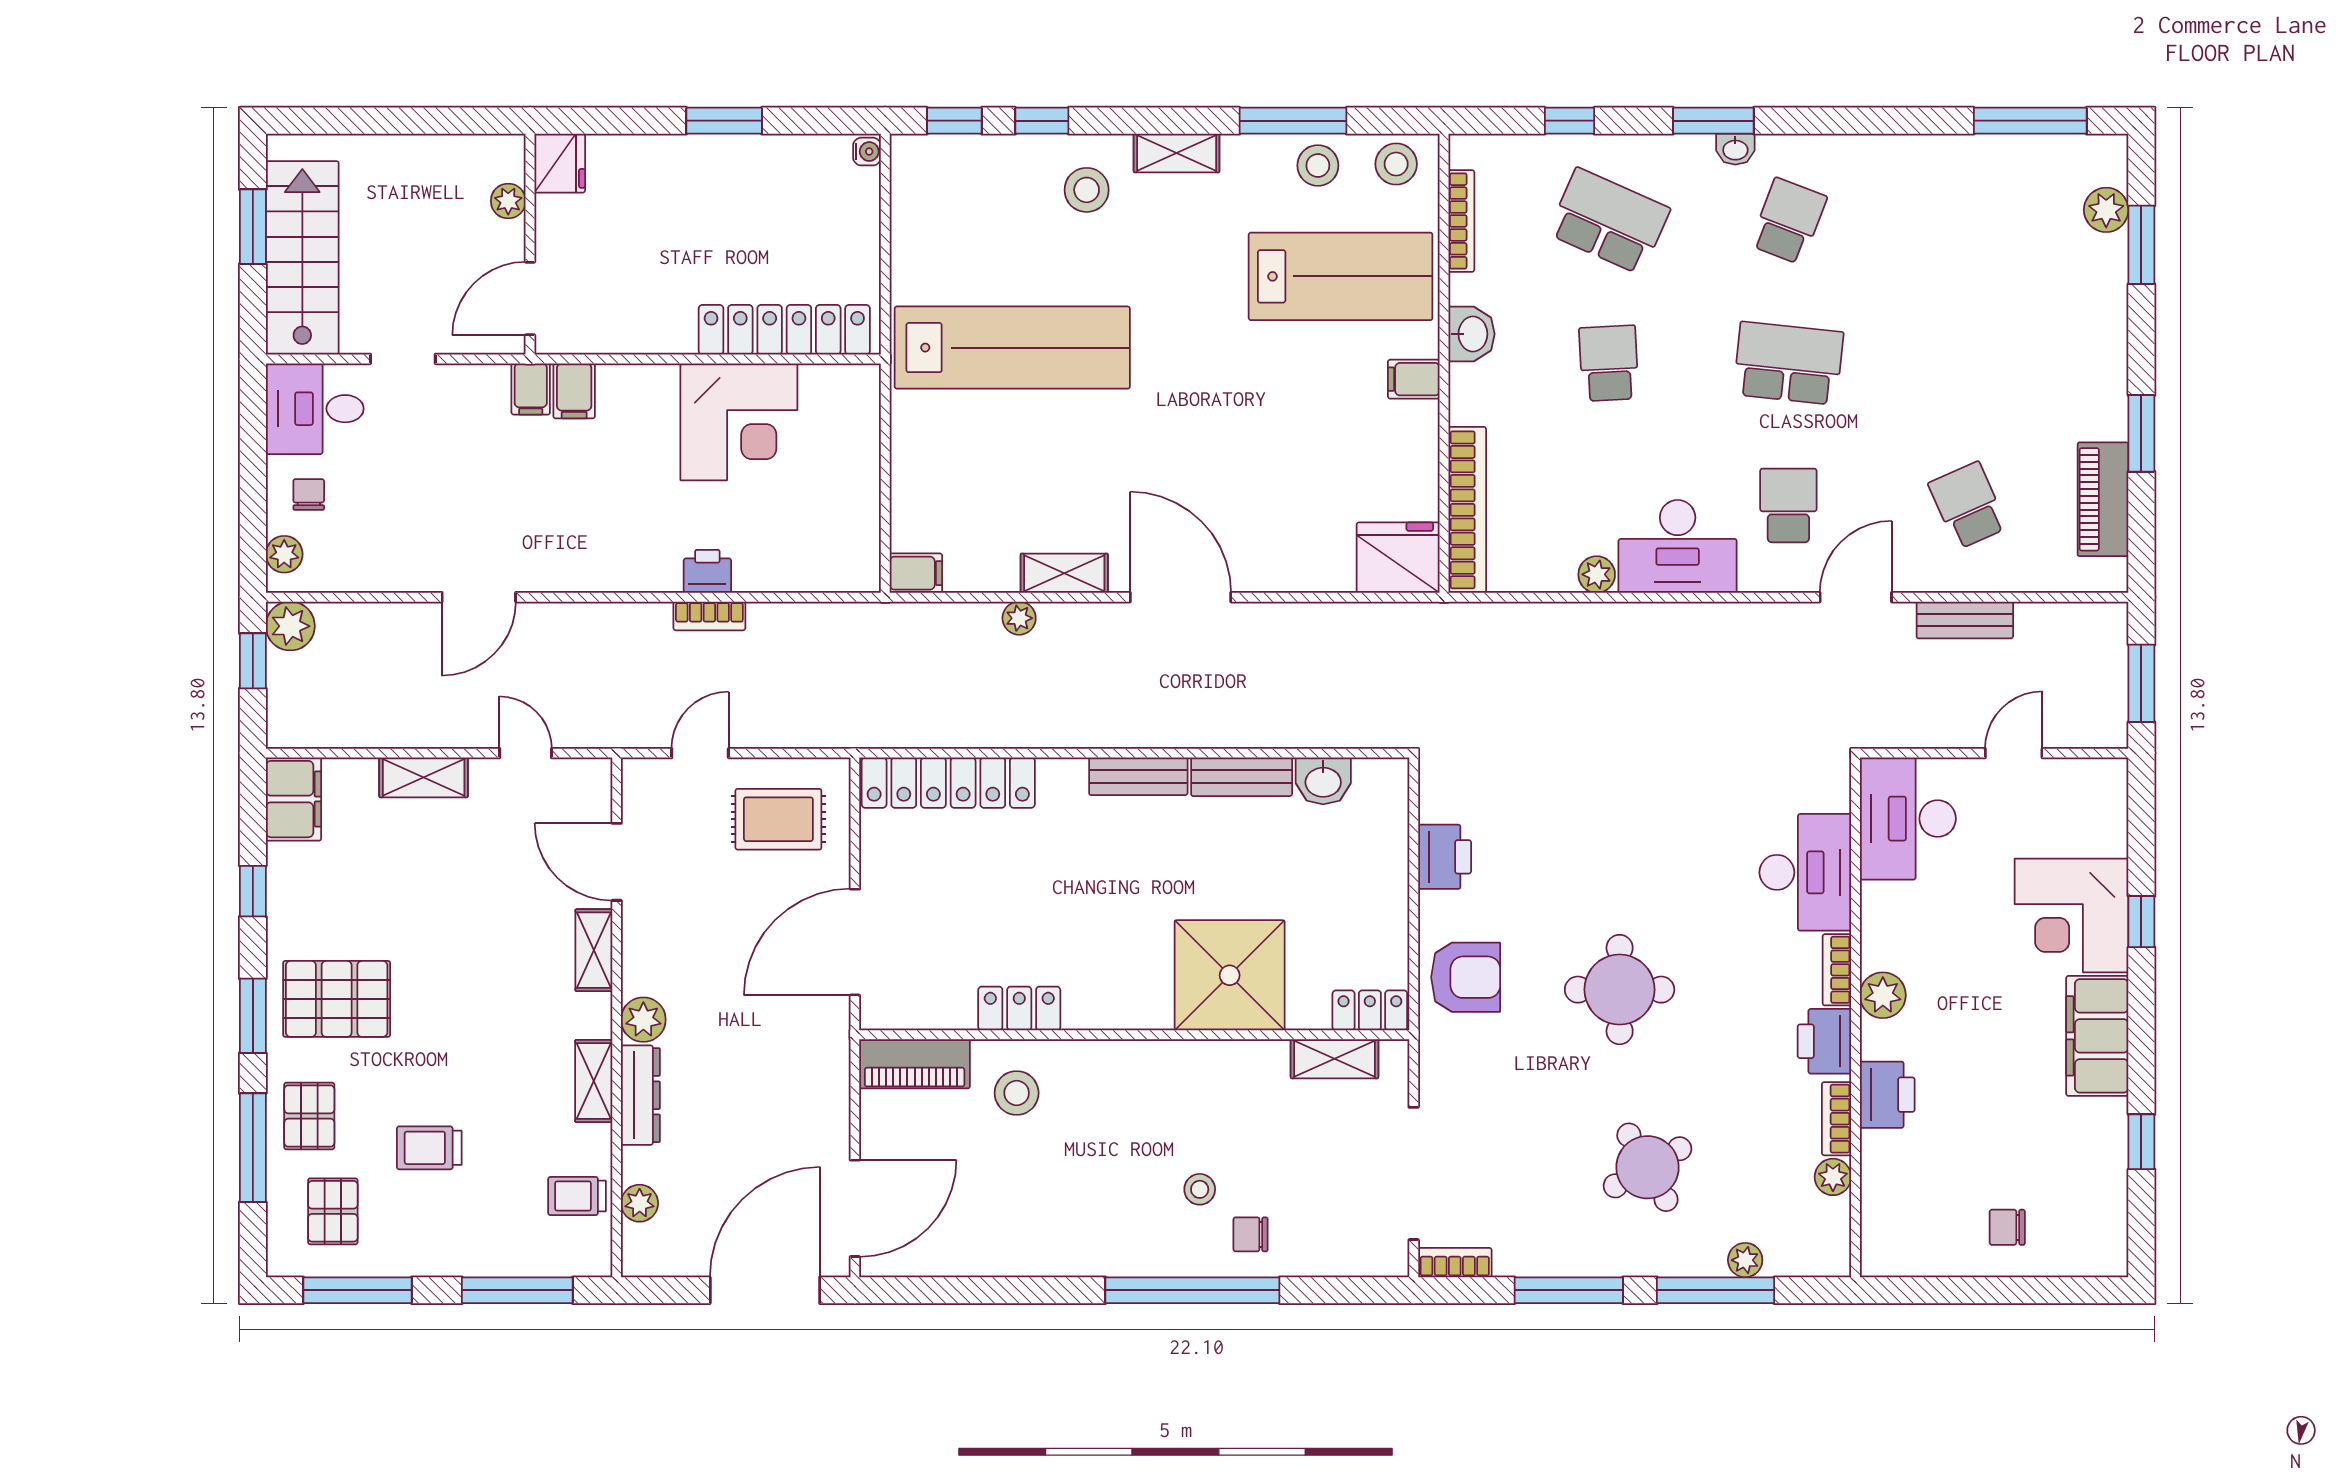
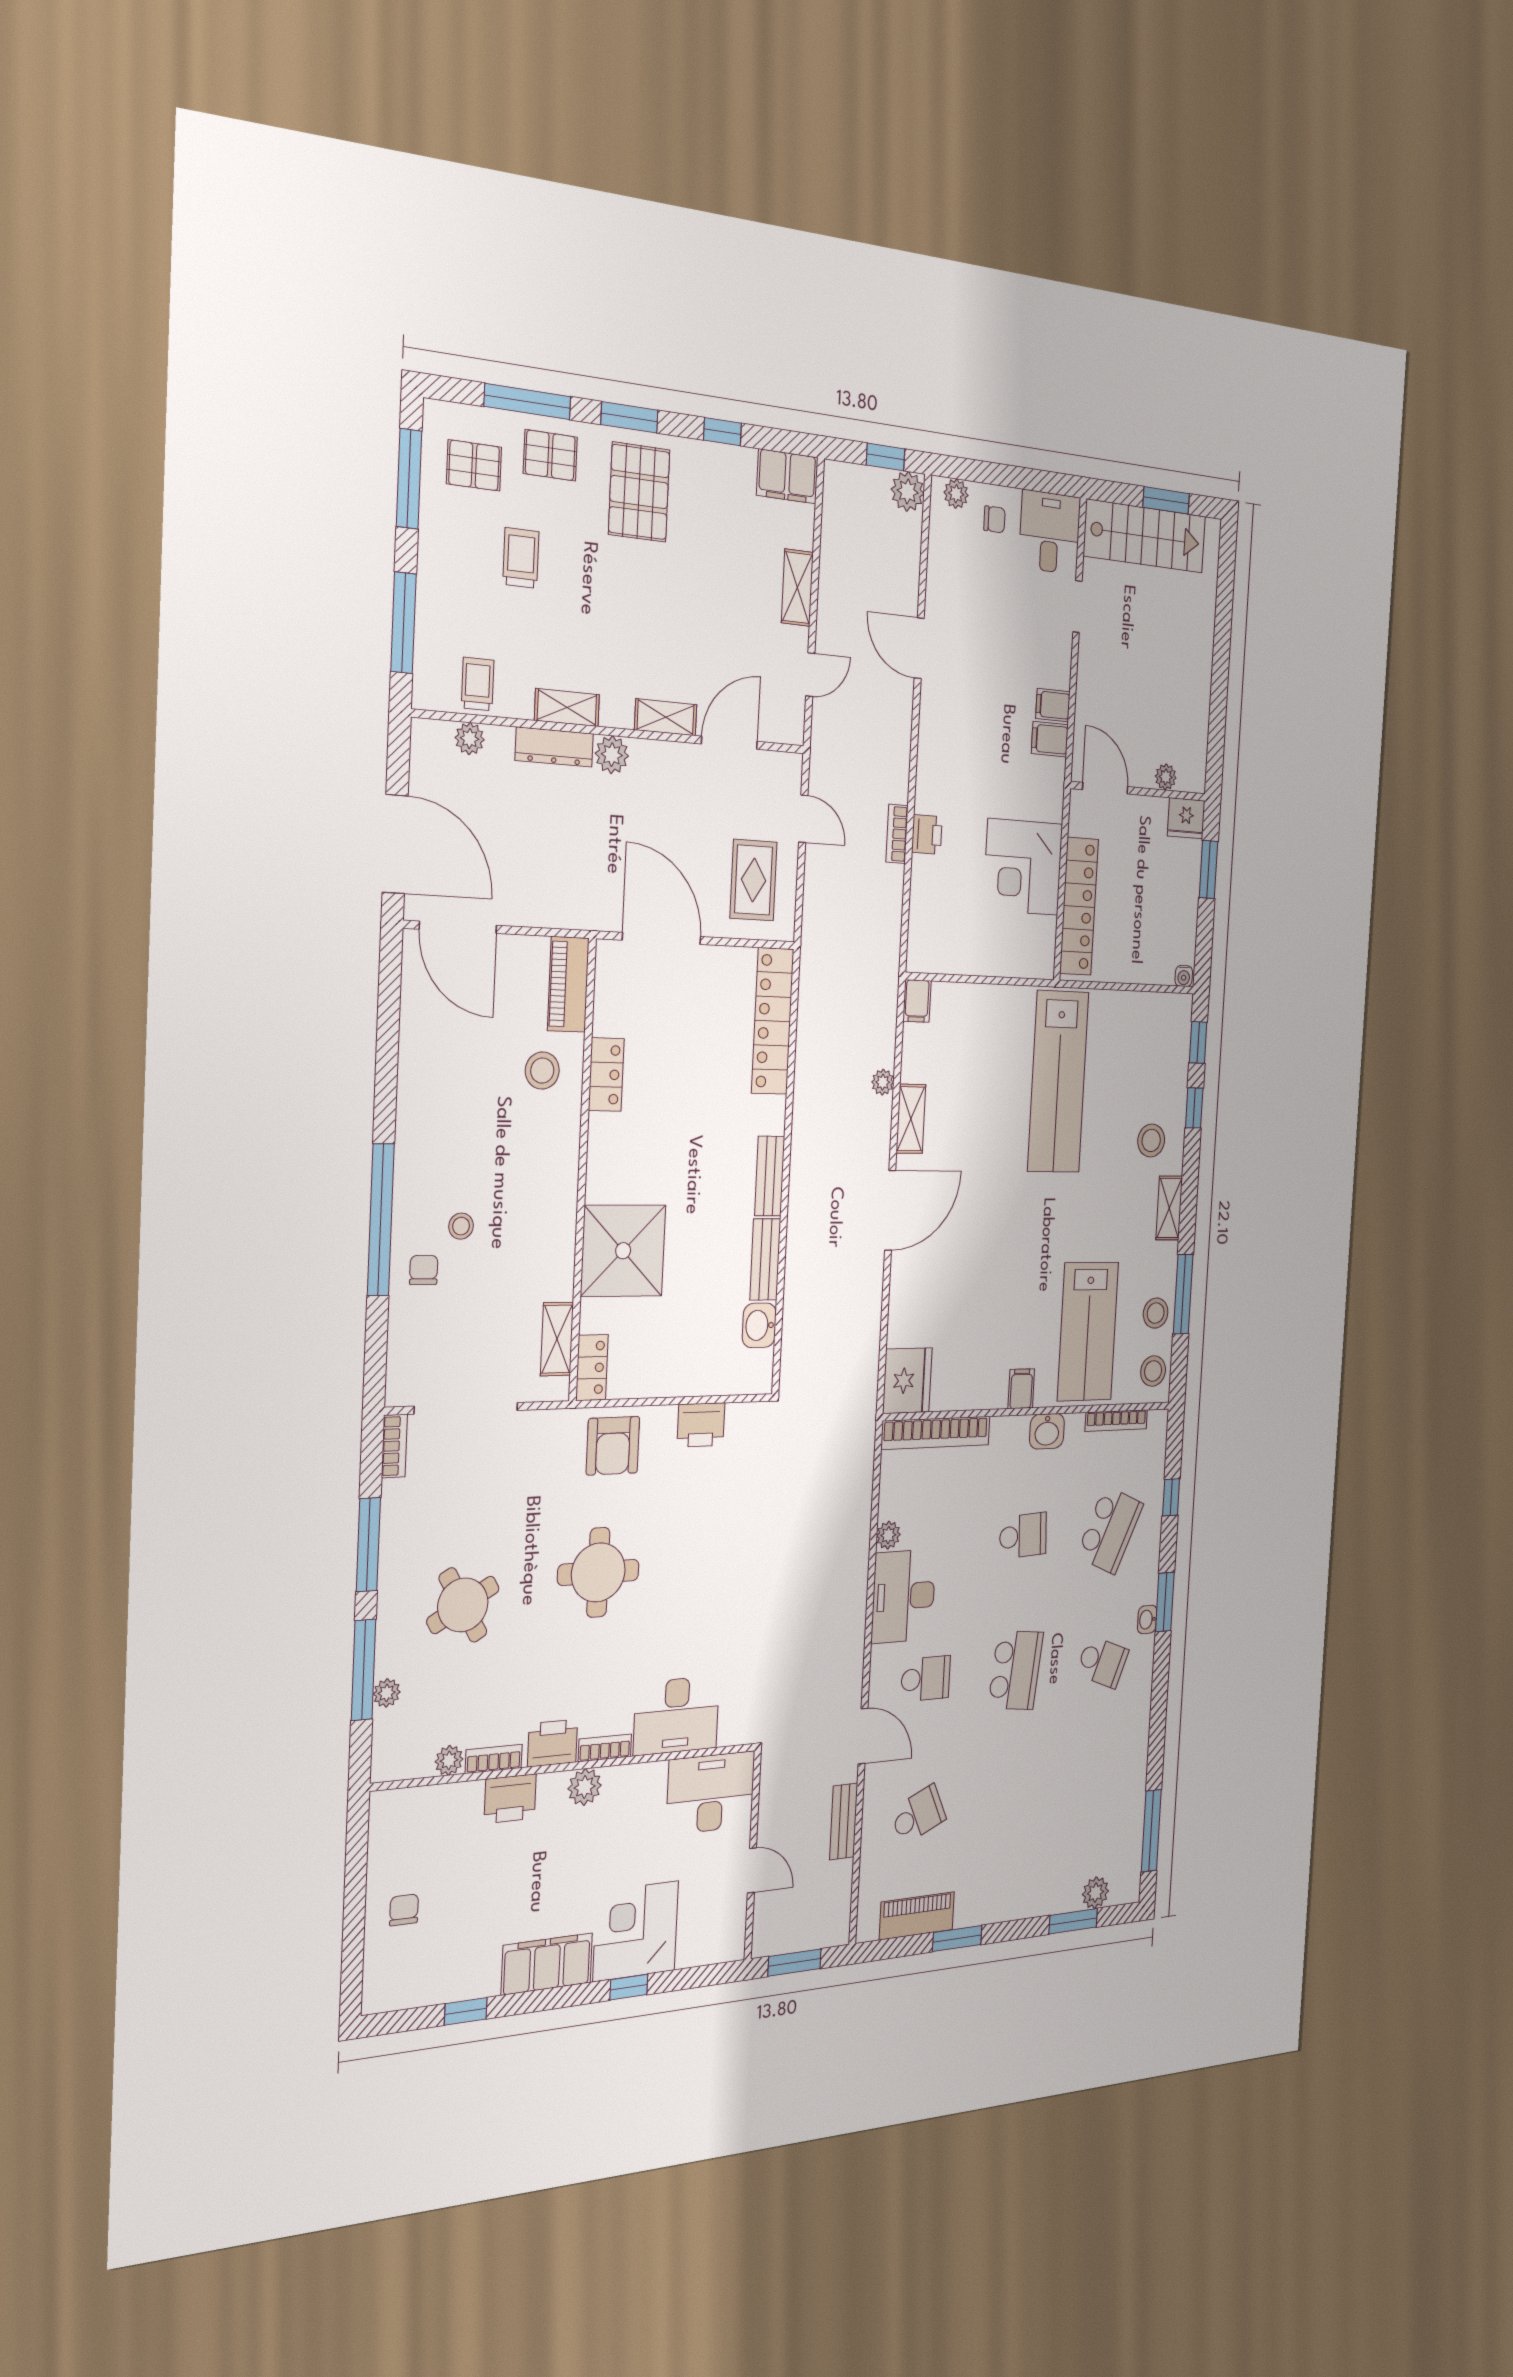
fridge: (560, 163) -> (1186, 818), moved
plant: (508, 201) -> (1166, 777), moved
wall: (530, 244) -> (1139, 791), moved
door: (530, 299) -> (1105, 788), moved

